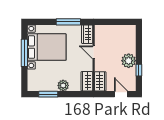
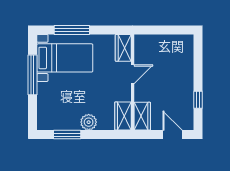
window: (68, 22) -> (72, 30), moved
bed with nightstands: (47, 47) -> (65, 58), width x0.73
door: (94, 52) -> (133, 74), swing flipped
plant: (129, 61) -> (183, 86), removed

